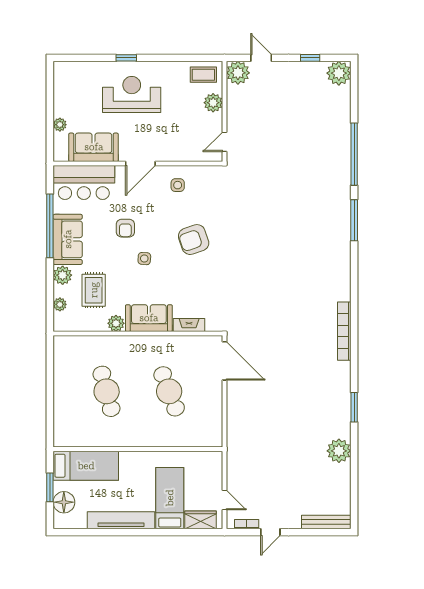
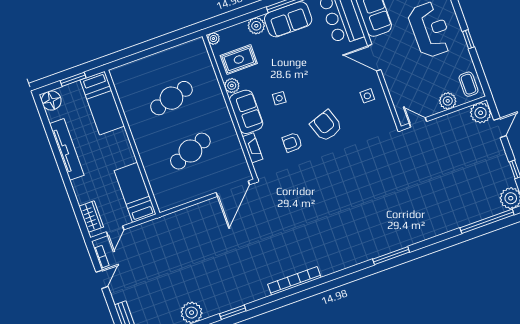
window: (126, 58) -> (468, 39), moved
window: (354, 154) -> (487, 221), moved
armchair: (125, 228) -> (292, 142), moved
side table: (144, 259) -> (279, 98), moved
rug: (94, 290) -> (239, 60), moved
plant: (60, 304) -> (213, 39), moved
bed: (170, 498) -> (135, 192), moved, turned -90
floor lamp: (64, 502) -> (51, 100), moved
door: (270, 532) -> (102, 279), swing flipped

